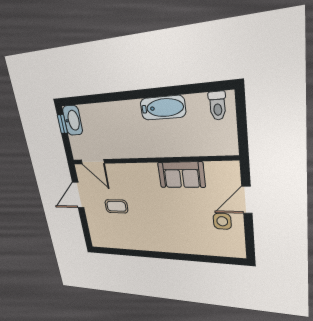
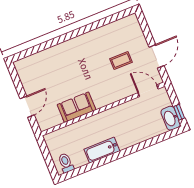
side table: (222, 221) -> (38, 84), removed

